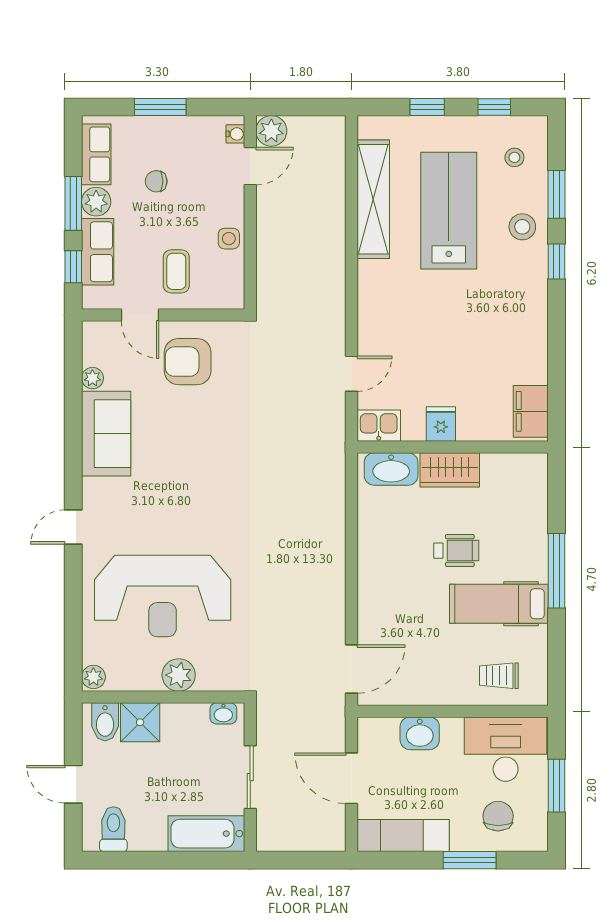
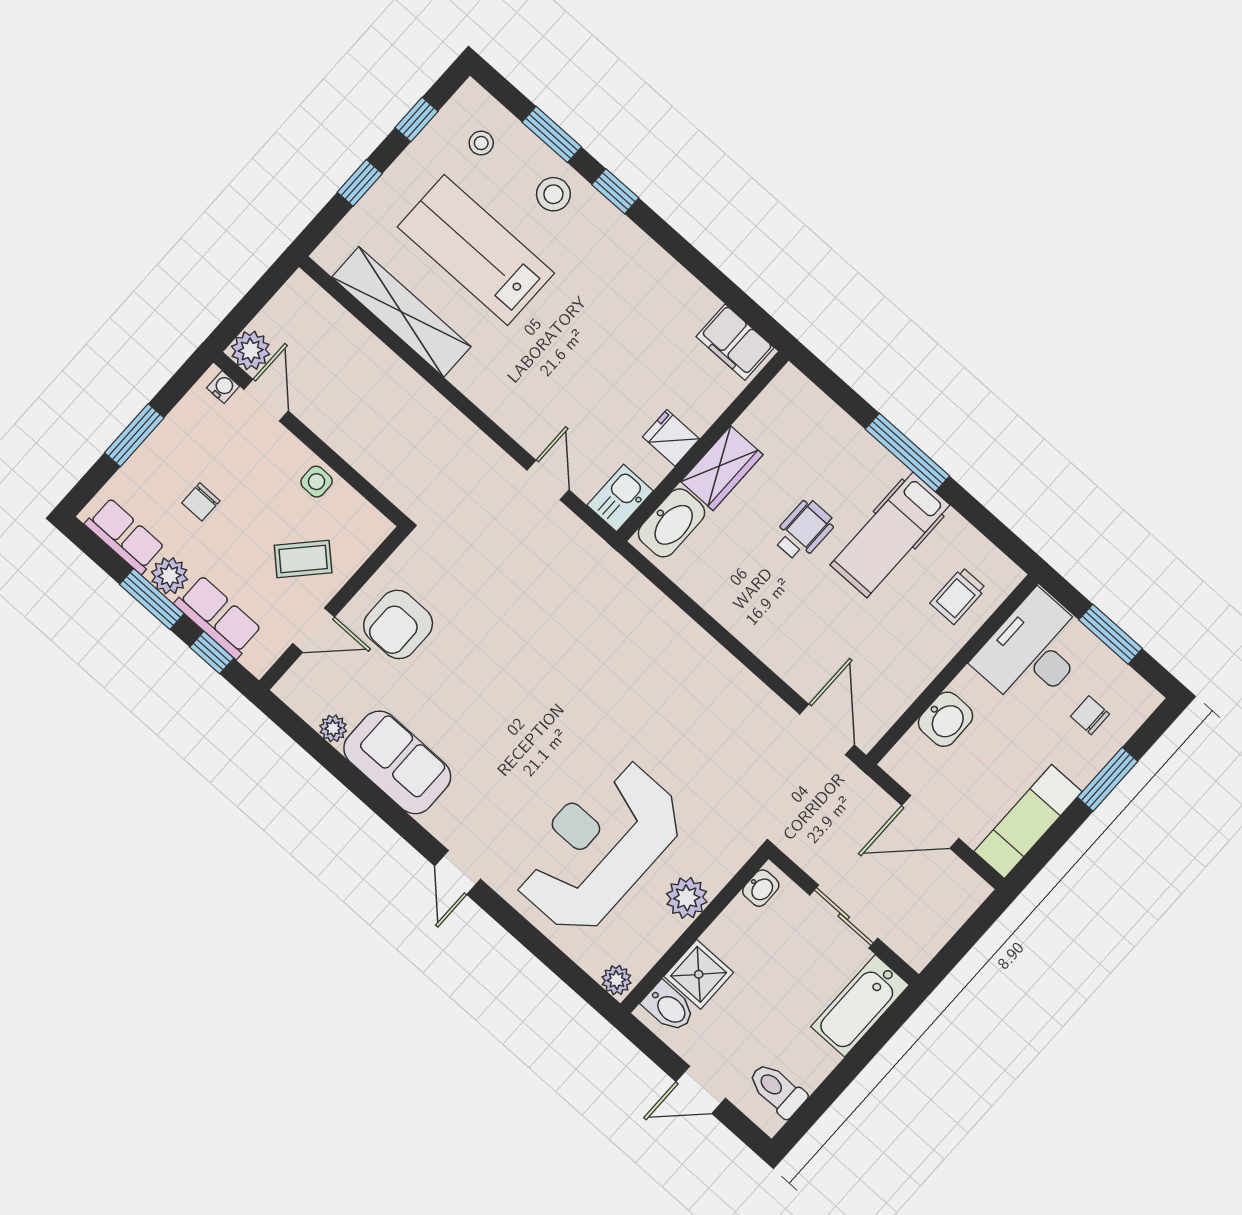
coffee table: (176, 271) -> (303, 559), turned -47
reception desk: (163, 596) -> (598, 846), turned 180
chair: (498, 816) -> (1090, 715), width x0.73, depth x0.73

